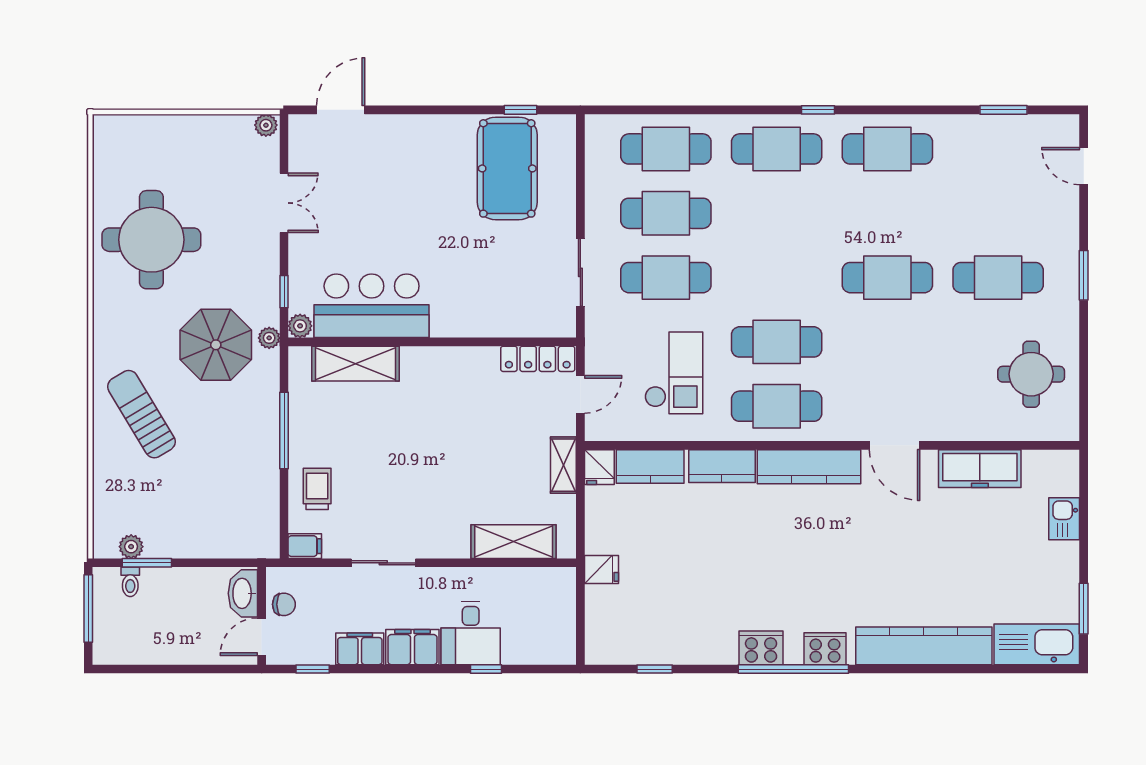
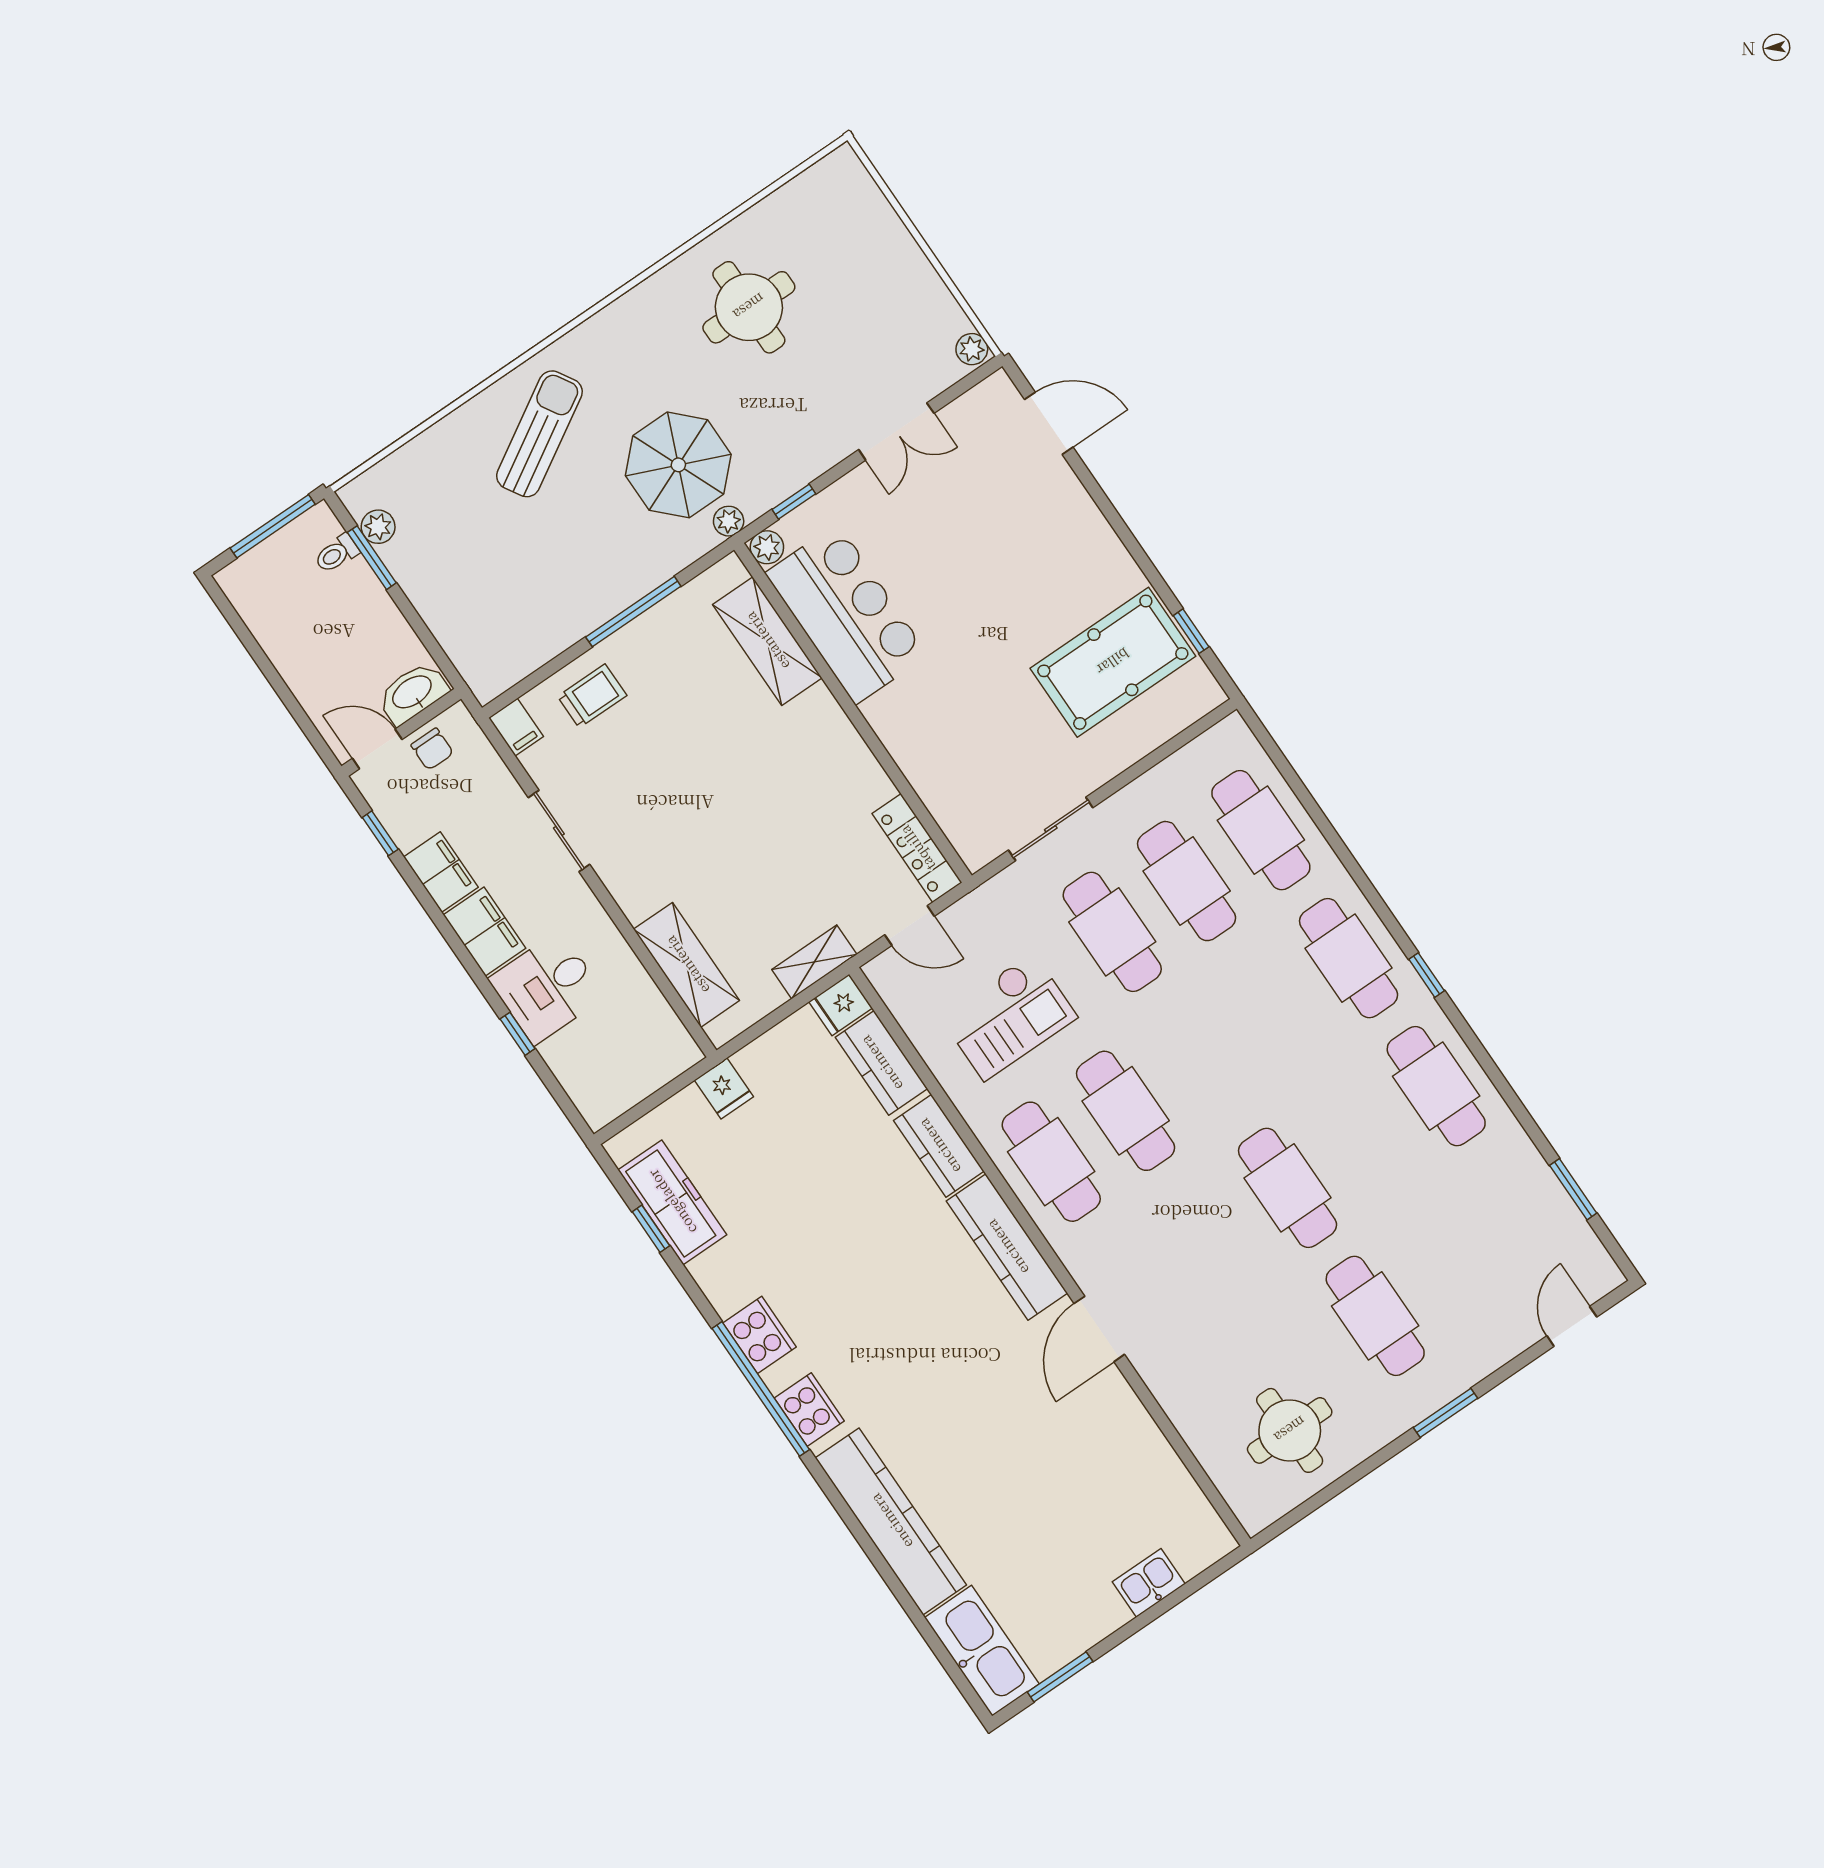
round table: (151, 240) -> (749, 307), width x0.73, depth x0.73
freezer: (980, 469) -> (672, 1202), moved, turned 180

